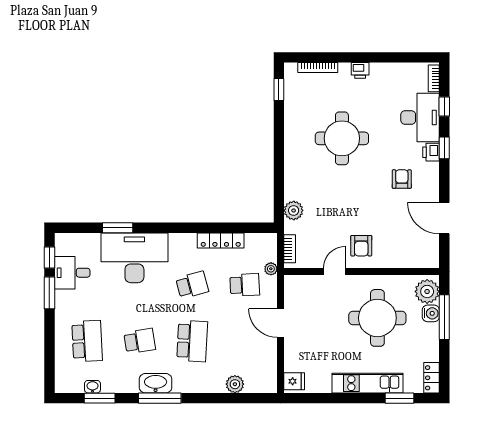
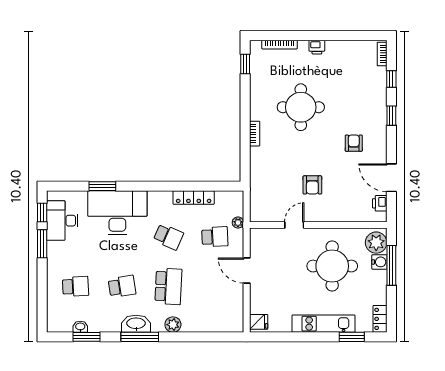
desk: (420, 117) -> (370, 89), removed
printer: (431, 152) -> (380, 203), moved
plant: (294, 210) -> (258, 171), removed
armchair: (361, 246) -> (312, 185), moved
bookcase: (290, 249) -> (255, 134), moved
desk: (72, 273) -> (62, 221), width x1.37
school desk: (192, 285) -> (168, 237), turned 39
school desk: (87, 341) -> (75, 286), width x0.54
plant: (235, 384) -> (173, 325), moved

